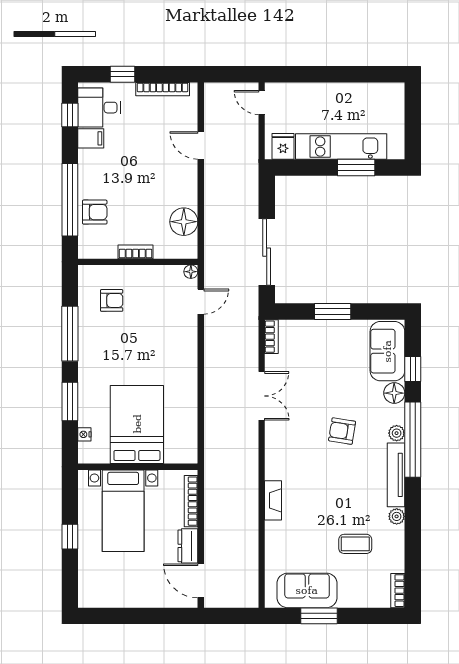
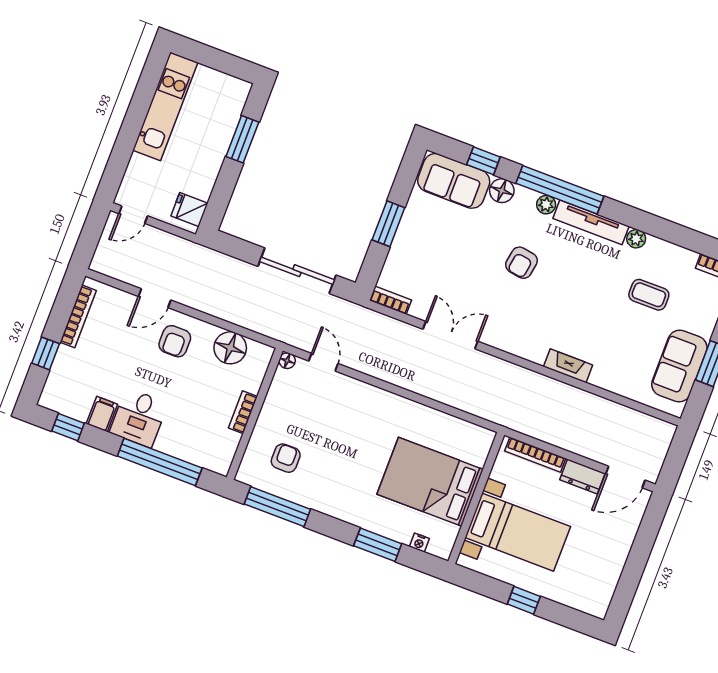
desk: (99, 108) -> (139, 418), moved
kitchen unit: (341, 147) -> (165, 106), moved, turned 180
armchair: (95, 212) -> (175, 341), moved, turned 180
window: (70, 334) -> (277, 507), moved
coffee table: (355, 544) -> (649, 295), turned 90

